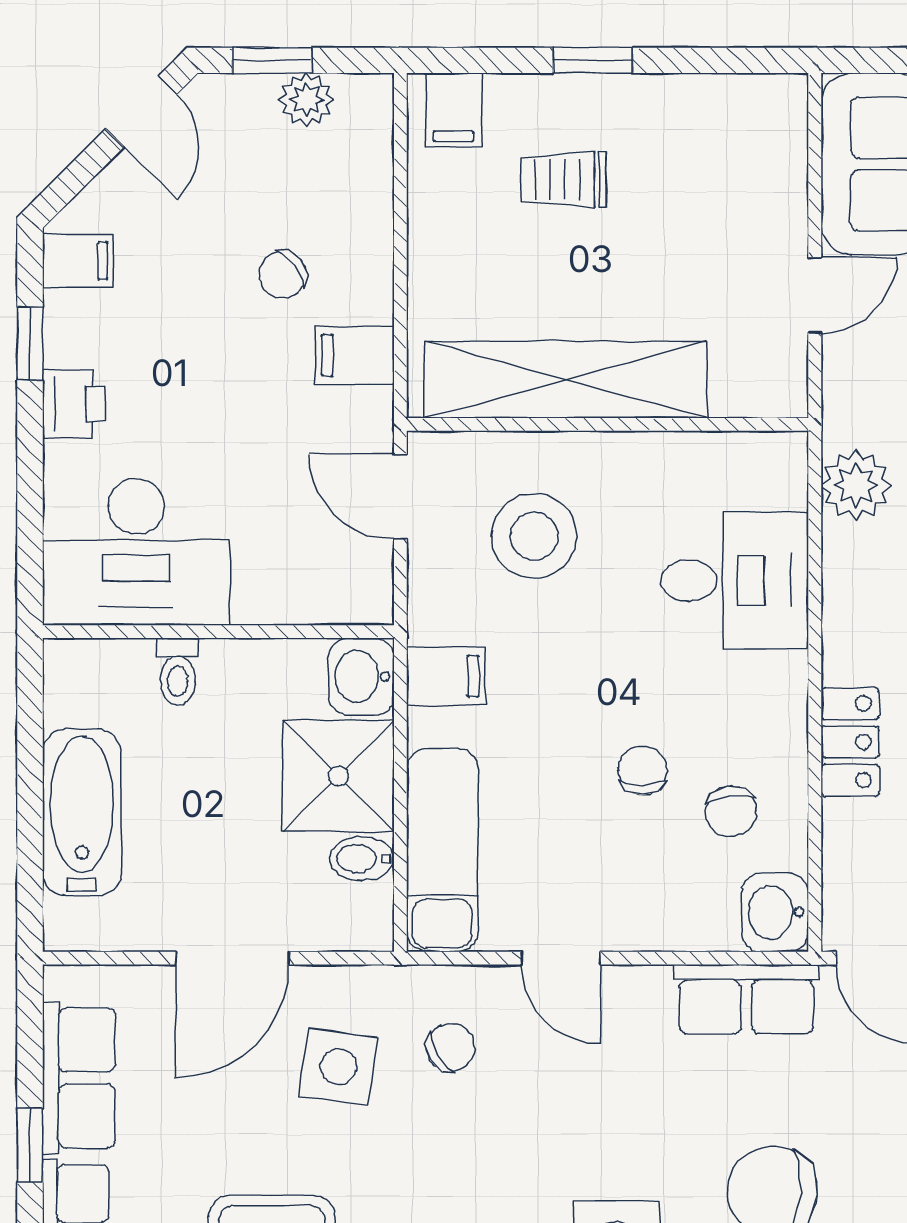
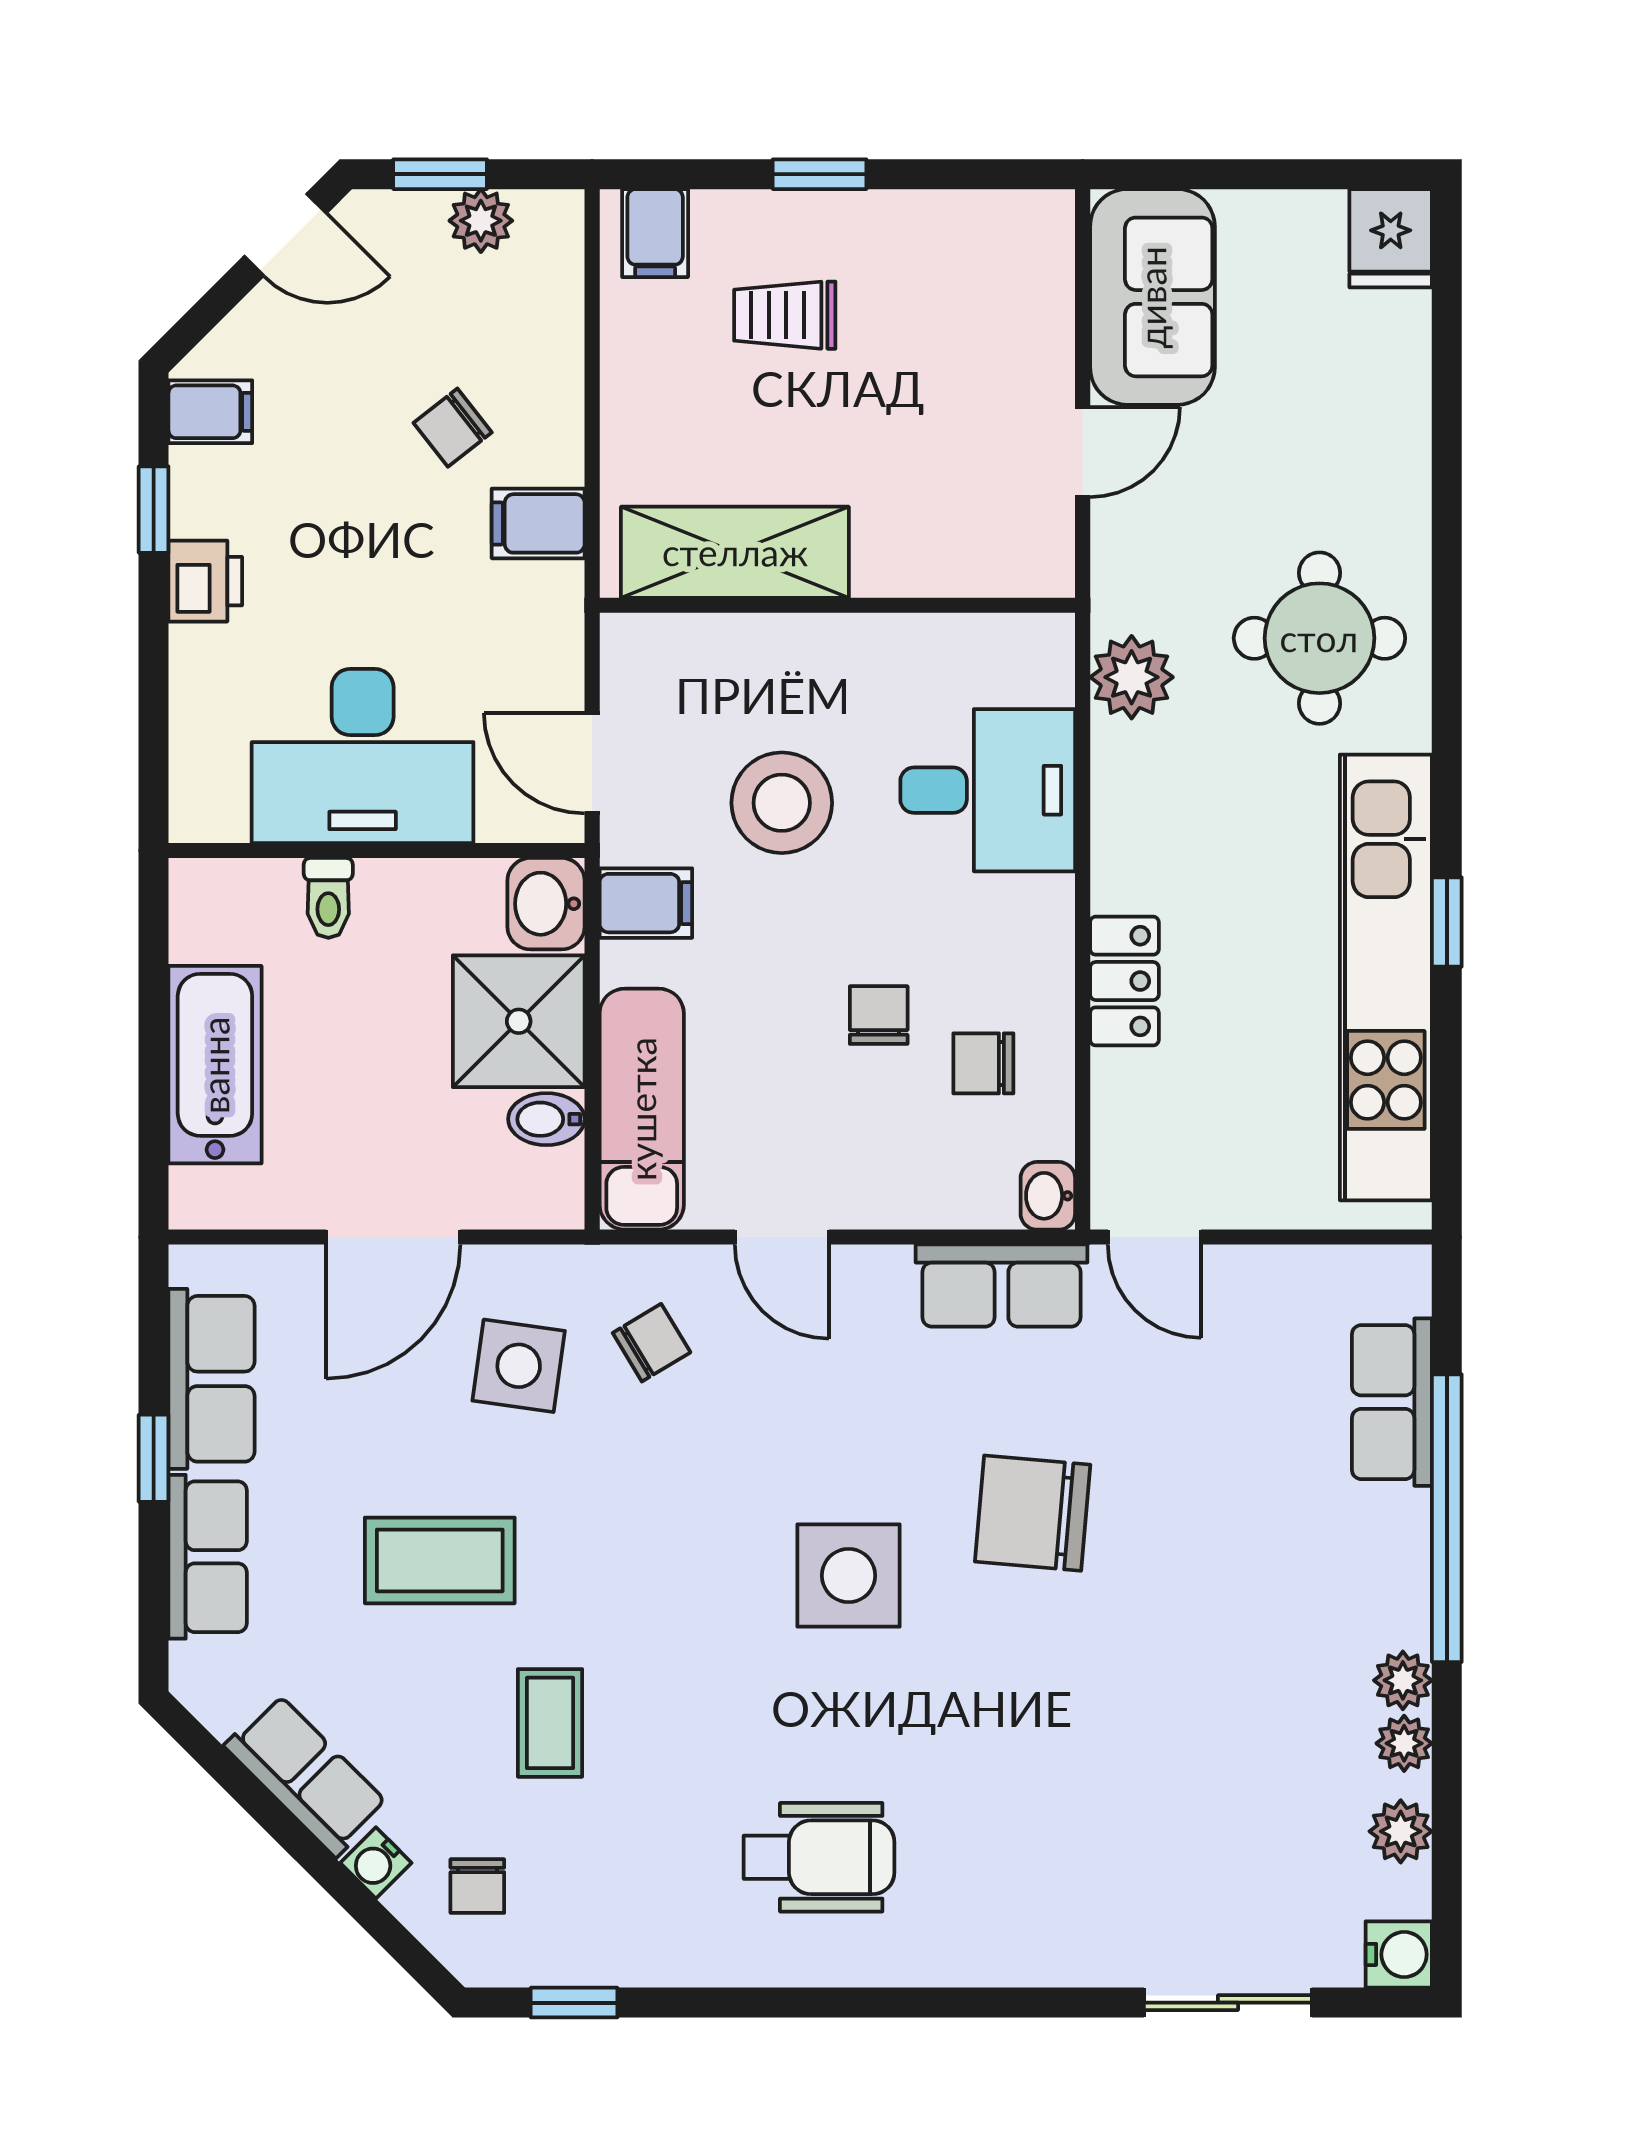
door: (141, 111) -> (285, 235), hinge flipped
shelving: (566, 380) -> (735, 552), width x0.68
door: (400, 497) -> (592, 763), moved
stool: (534, 536) -> (782, 803), moved
desk: (136, 552) -> (363, 756), moved
chair: (731, 811) -> (983, 1063), turned 98
washbasin: (775, 912) -> (1048, 1196), width x0.72, depth x0.69

